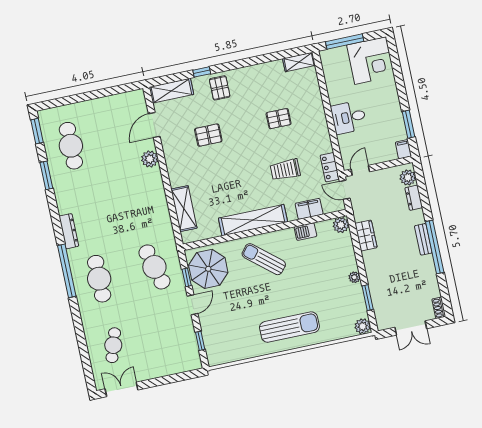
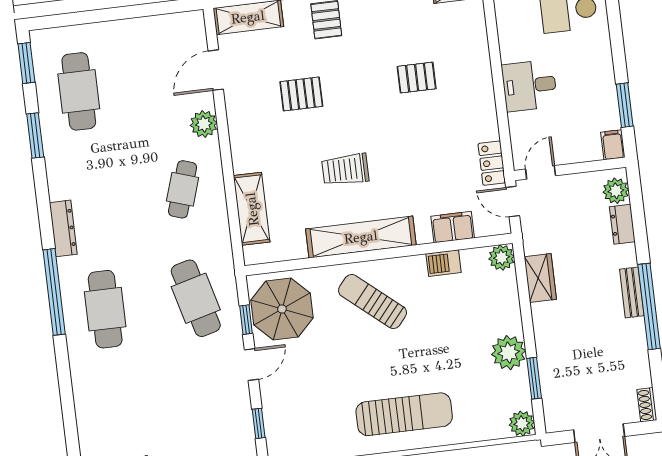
trolley: (285, 170) -> (345, 170), moved
plant: (354, 277) -> (509, 353), width x1.88, depth x1.88
cafe table: (113, 345) -> (183, 189), moved

